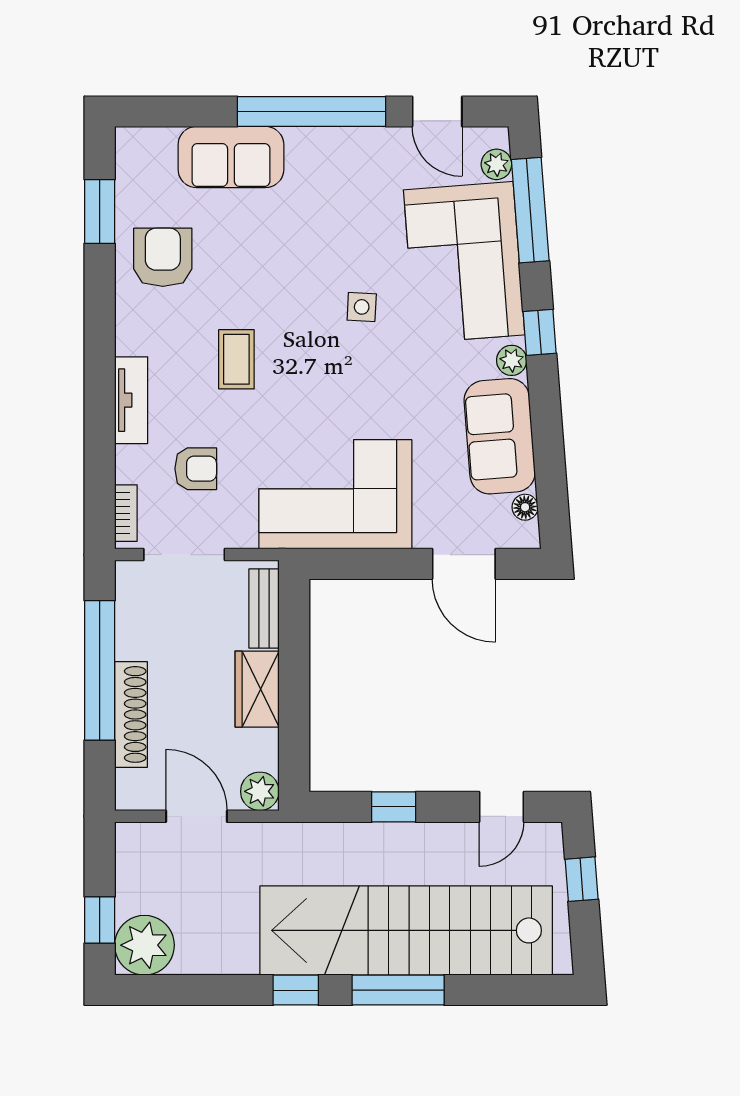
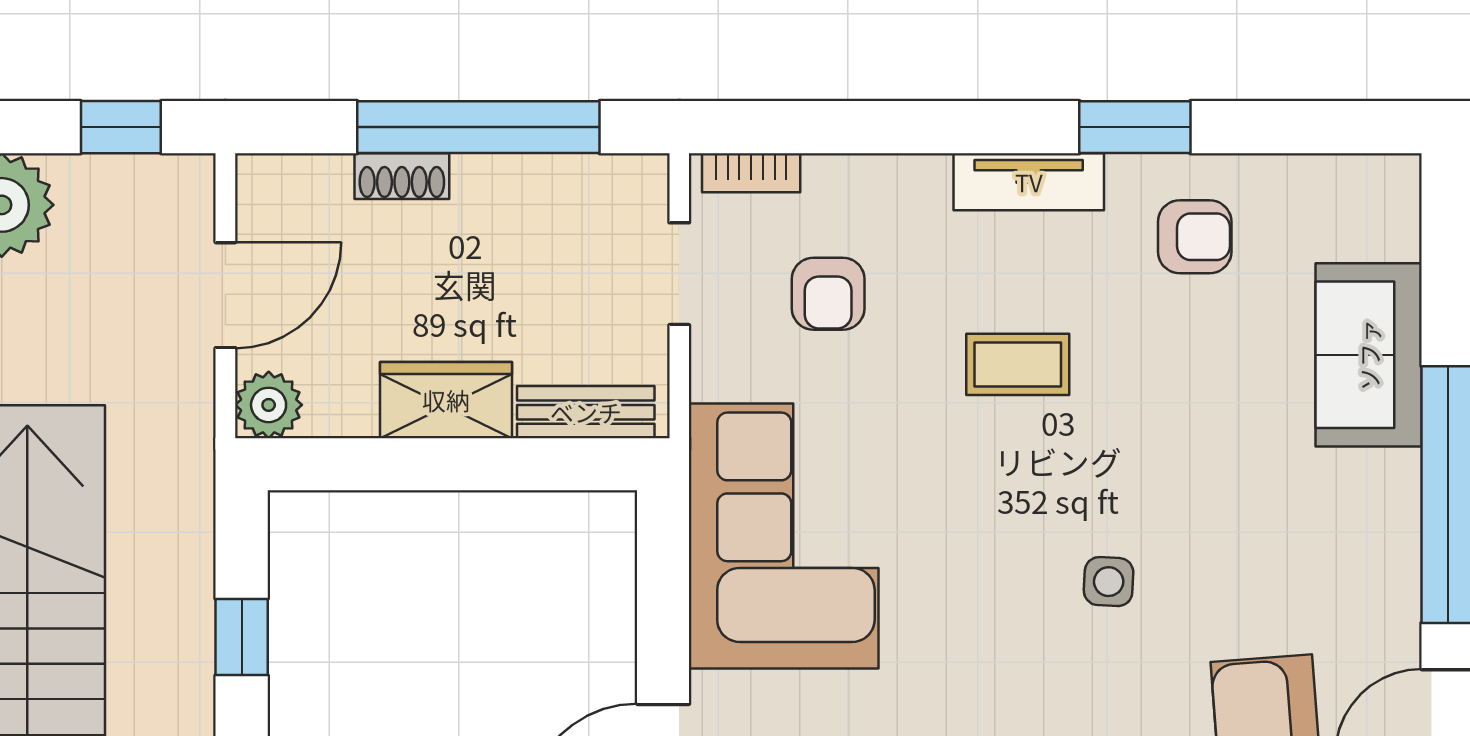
window: (100, 212) -> (1135, 127), moved
armchair: (163, 257) -> (1195, 237), width x0.72, depth x0.72
tv unit: (131, 400) -> (1029, 182), moved
doorway: (184, 555) -> (679, 274), width x0.73
shoe rack: (131, 714) -> (402, 176), width x0.51, depth x0.81
window: (100, 920) -> (121, 127), moved

